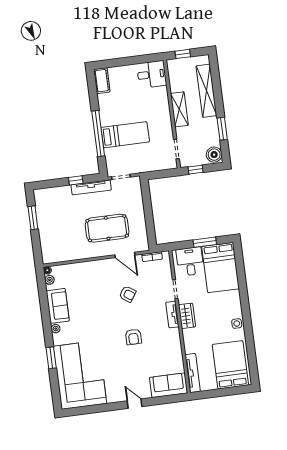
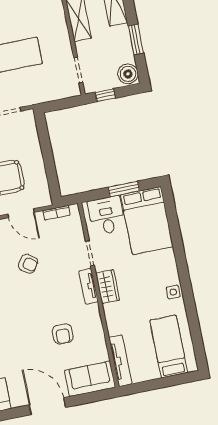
armchair: (133, 337) -> (63, 334), moved
bed: (230, 365) -> (169, 346), width x0.67
door: (135, 404) -> (47, 406), width x1.88

